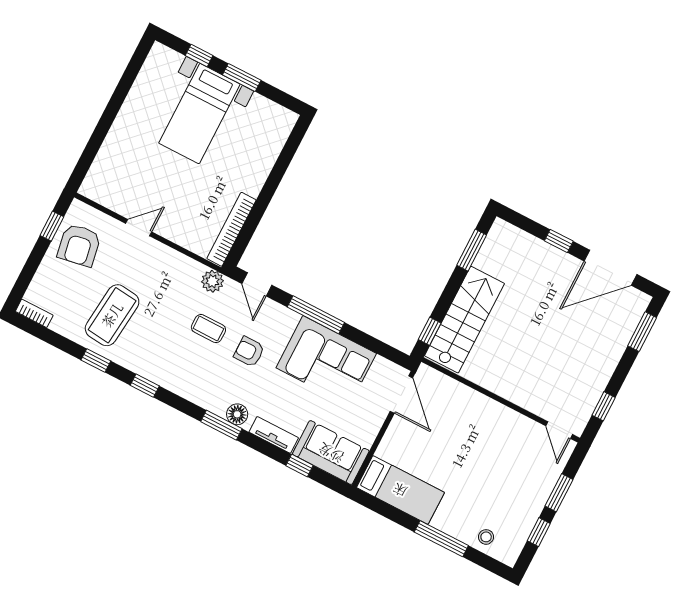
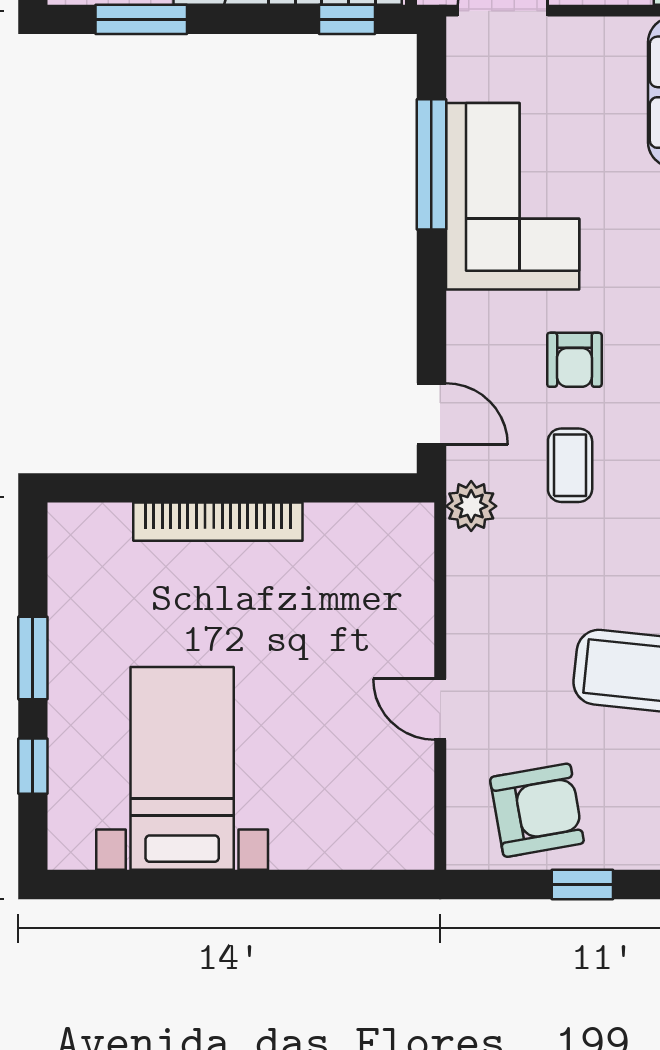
bed with nightstands: (199, 114) -> (182, 768), moved, turned -90
window: (52, 226) -> (582, 885), moved
bookcase: (231, 229) -> (218, 522), moved
door: (257, 284) -> (431, 414), hinge flipped
window: (316, 315) -> (431, 164), moved

